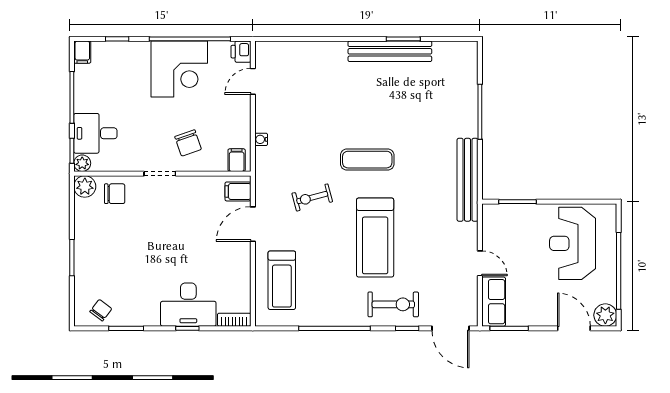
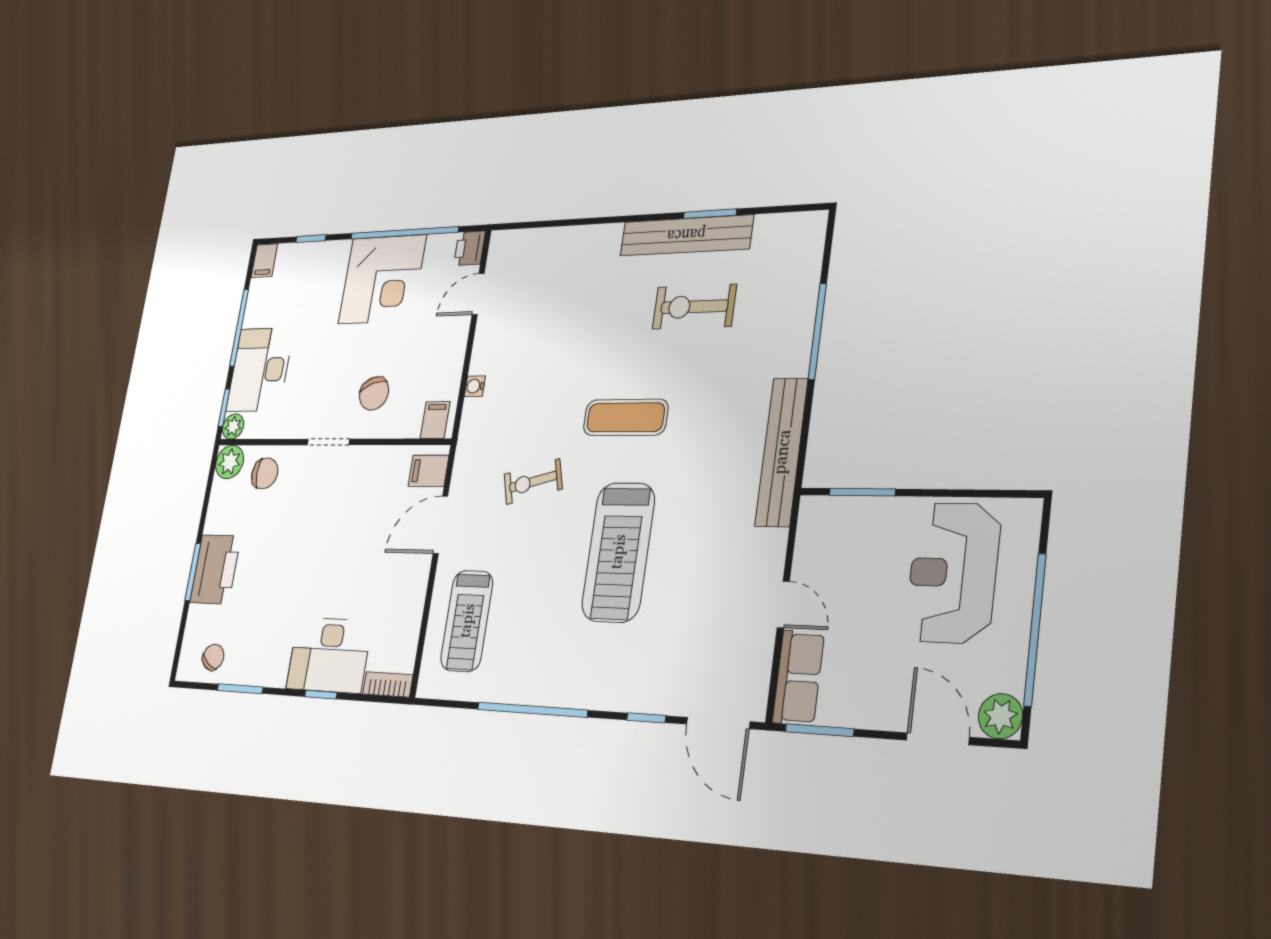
desk: (95, 133) -> (260, 370), width x1.37
printer: (89, 255) -> (215, 569), added
exercise bike: (393, 304) -> (694, 307), moved, turned 180

